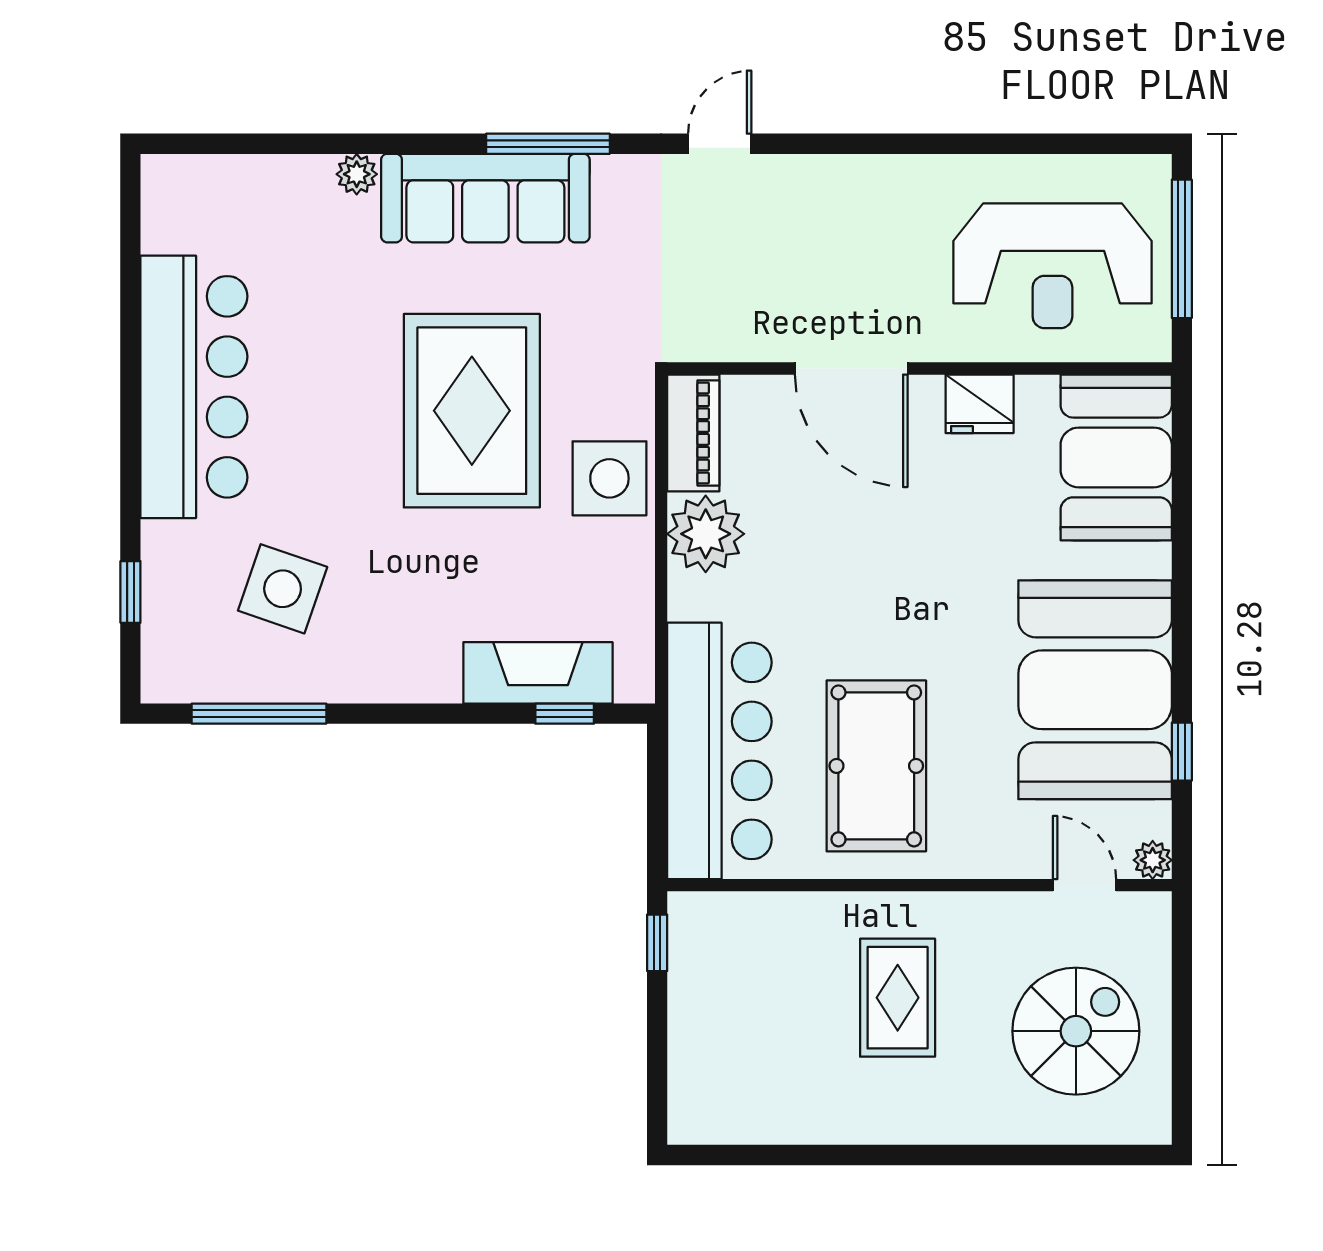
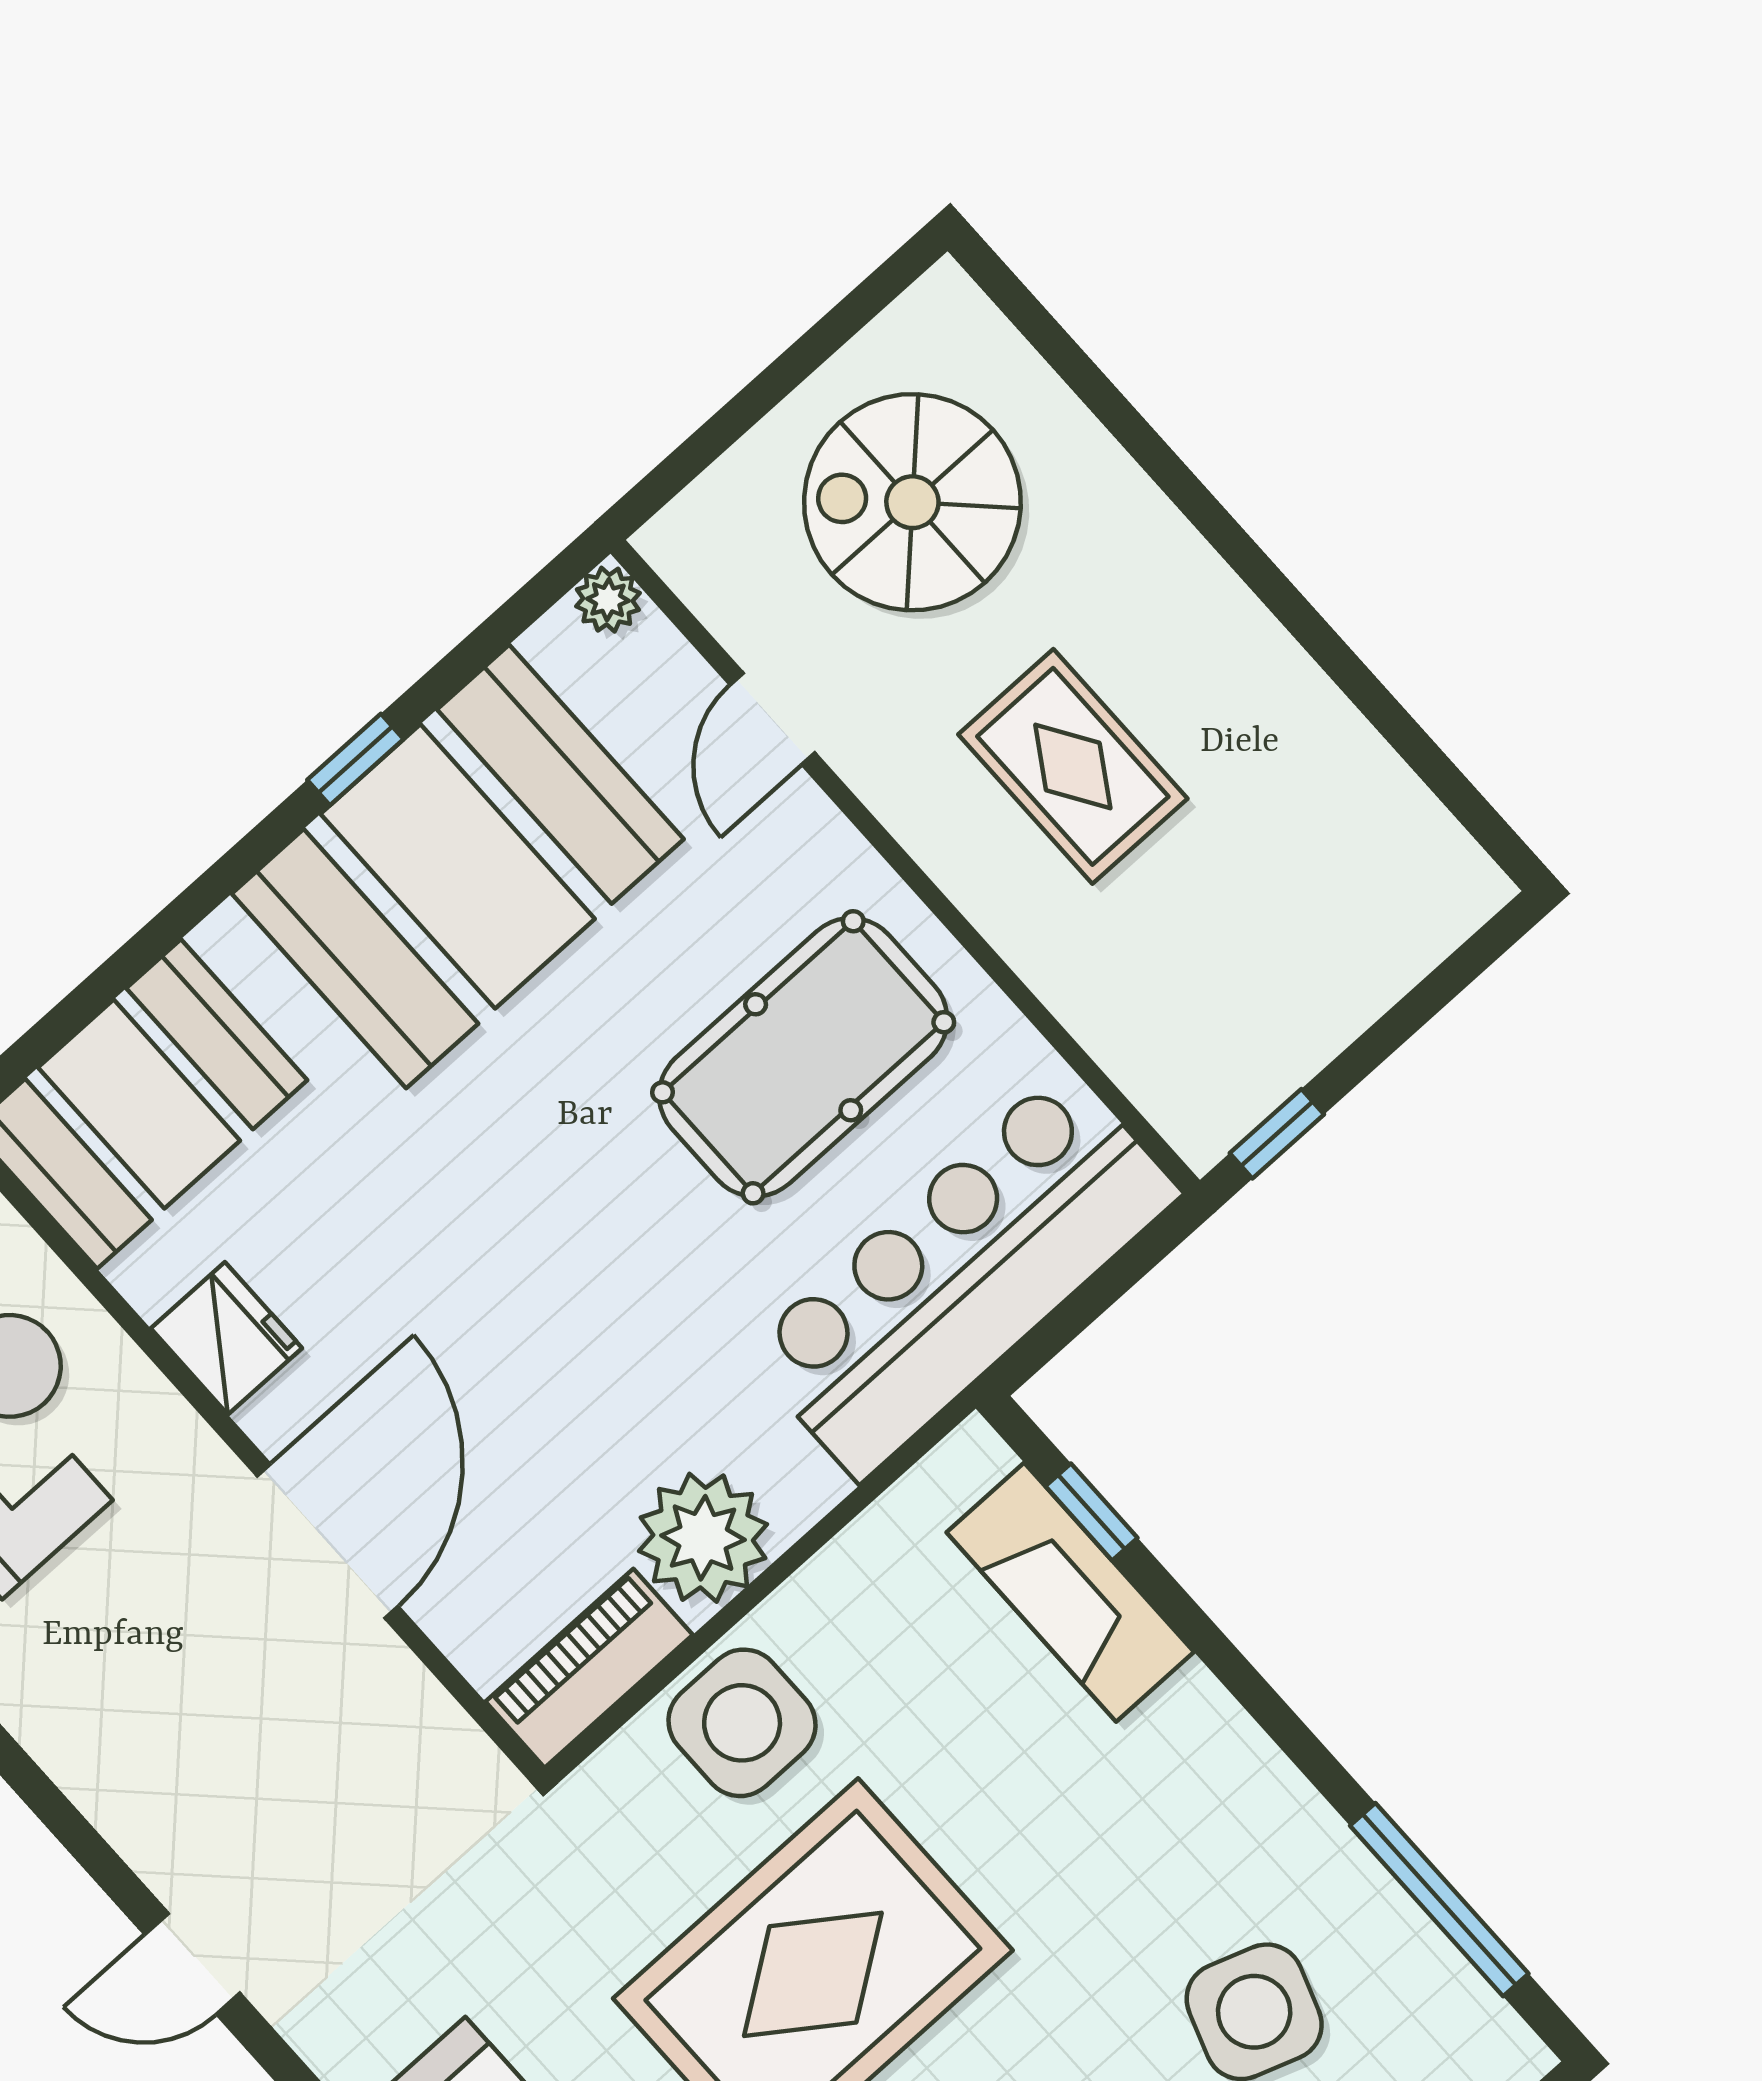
window: (1182, 752) -> (355, 759), moved
door: (1084, 885) -> (773, 719), moved
rug: (898, 998) -> (1073, 766), turned 90

